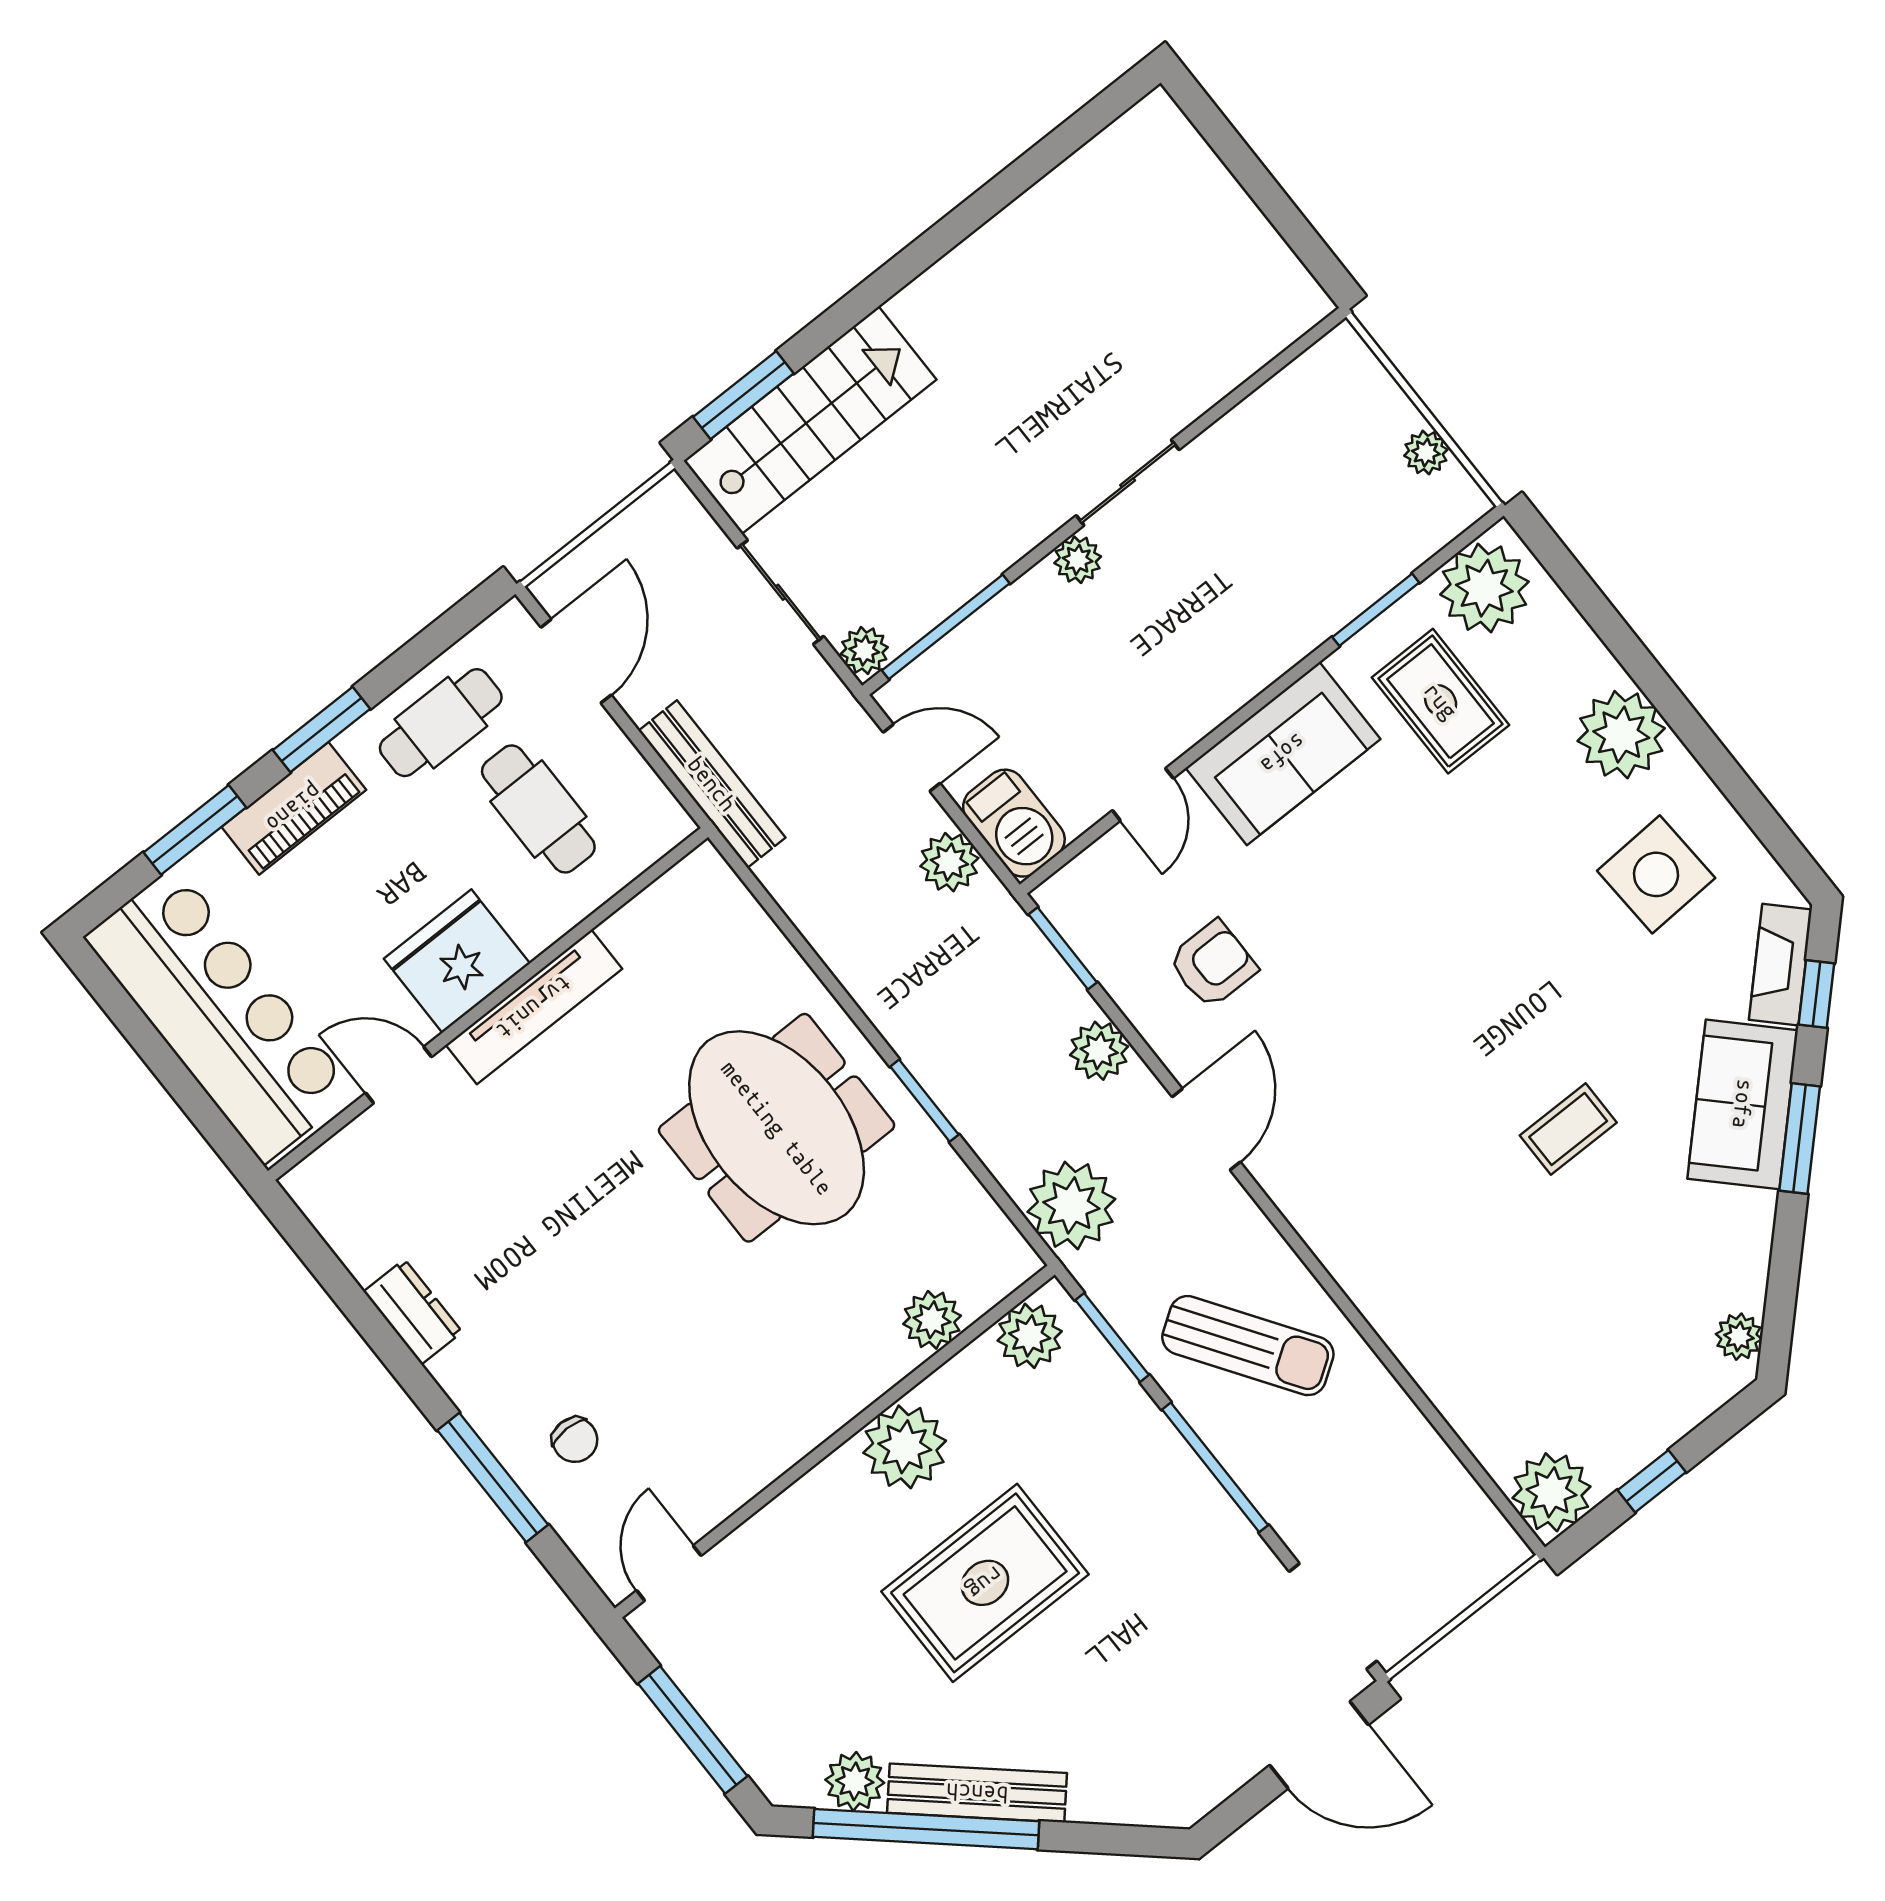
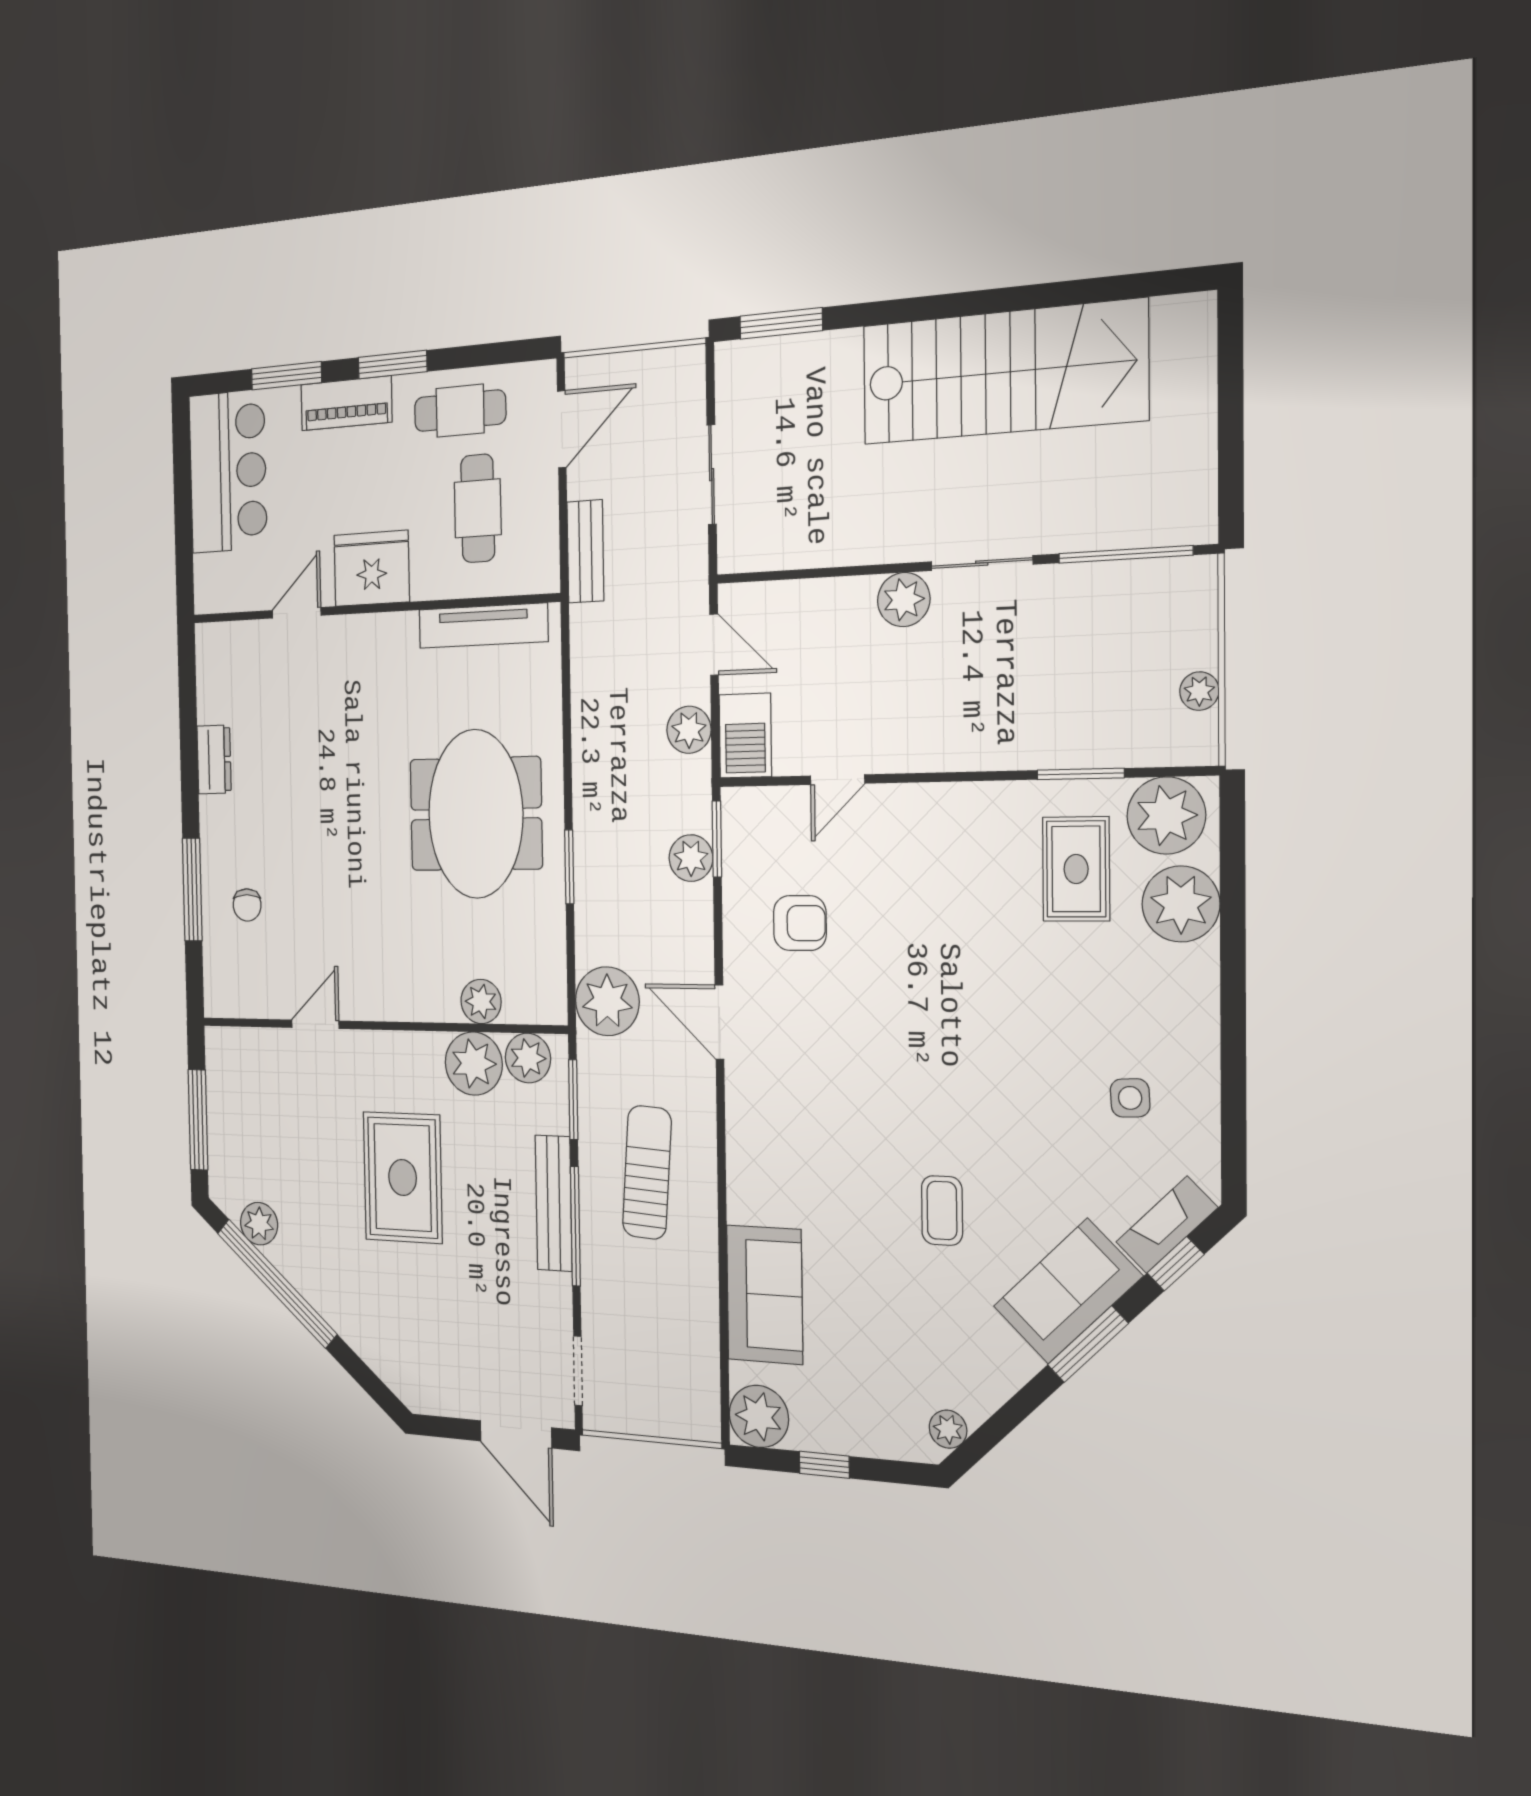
stairs: (810, 420) -> (1003, 372), moved, width x1.36, depth x1.51
plant: (1078, 560) -> (904, 600), width x1.38, depth x1.38
window: (946, 627) -> (1125, 554), moved
plant: (864, 651) -> (735, 552), removed
plant: (1621, 735) -> (1181, 904), moved
sofa: (1283, 754) -> (765, 1295), moved, turned -90
bench: (712, 784) -> (585, 551), width x0.73
side table: (1656, 874) -> (1130, 1098), width x0.54, depth x0.54
tv unit: (534, 1007) -> (483, 626), moved
bar counter: (220, 1014) -> (228, 472), width x0.73
plant: (1099, 1051) -> (691, 858), moved
door: (399, 1075) -> (297, 613), hinge flipped
door: (1206, 1129) -> (719, 1022), swing flipped
coffee table: (1568, 1129) -> (942, 1211), turned 90
sun lounger: (1248, 1346) -> (647, 1172), turned -142
plant: (905, 1447) -> (474, 1064), moved
door: (669, 1573) -> (315, 1024), moved
rug: (985, 1583) -> (403, 1177), turned 90
doorway: (1333, 1616) -> (578, 1371), width x0.73
bench: (977, 1793) -> (554, 1203), moved, turned 48

